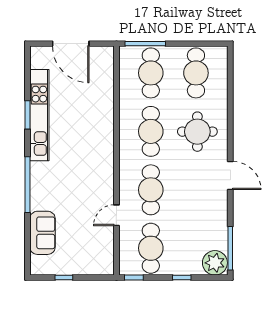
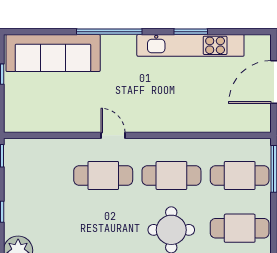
door: (116, 215) -> (113, 135), moved
sofa: (42, 233) -> (53, 53), width x1.85, depth x1.27
cafe table: (151, 248) -> (35, 175), removed

